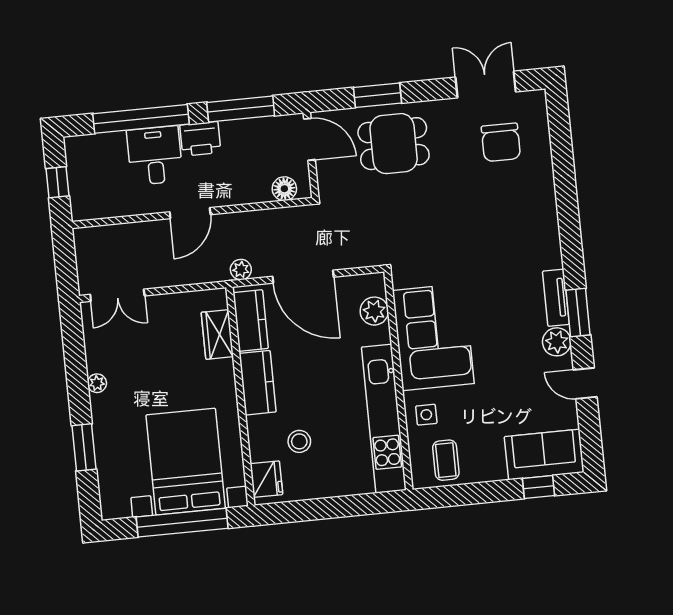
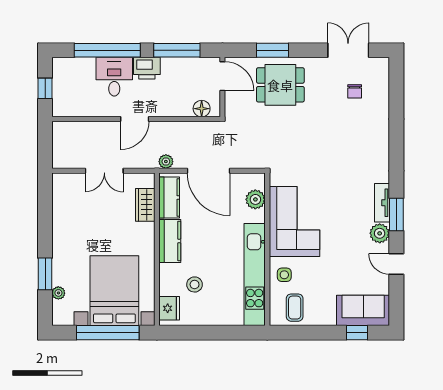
chair: (501, 142) -> (355, 91), width x0.54, depth x0.54
double door: (117, 295) -> (104, 171), moved
plant: (97, 383) -> (58, 293), moved

